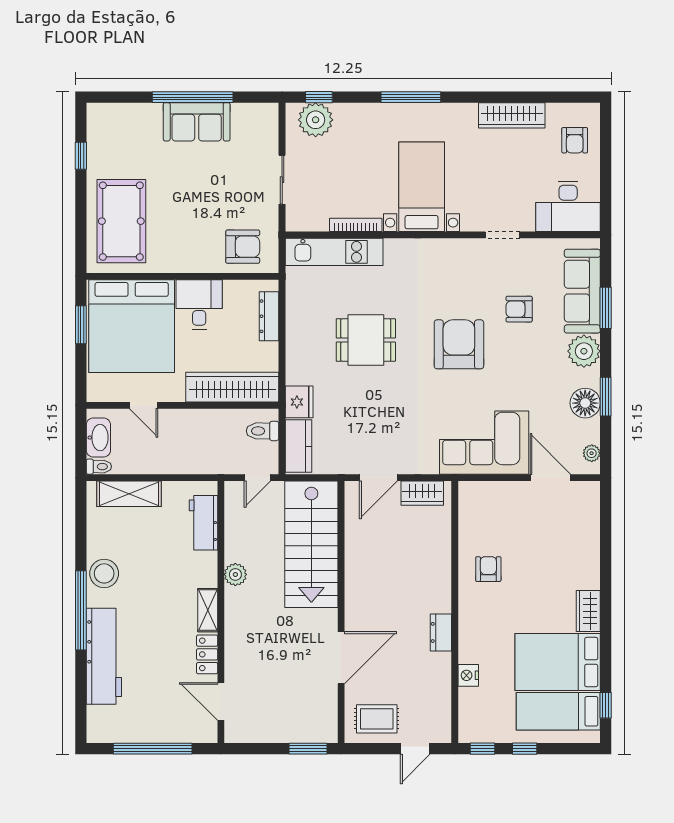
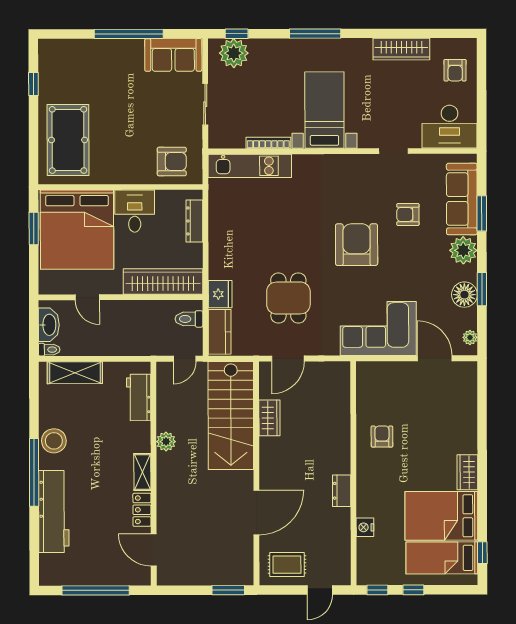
sofa: (197, 122) -> (173, 55), moved
dining table: (366, 340) -> (288, 298), moved, turned 90
wardrobe: (422, 493) -> (269, 418), moved, turned -90

